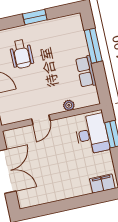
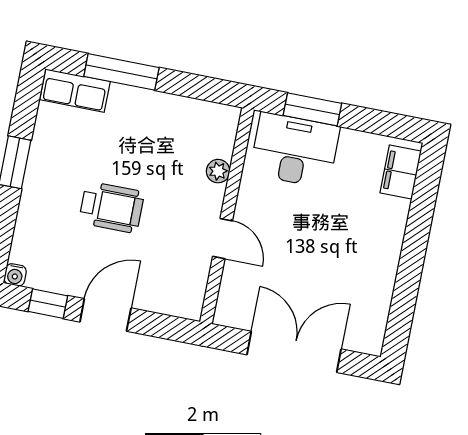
wheelchair: (21, 54) -> (112, 207), moved
row of seats: (86, 72) -> (75, 91), moved

